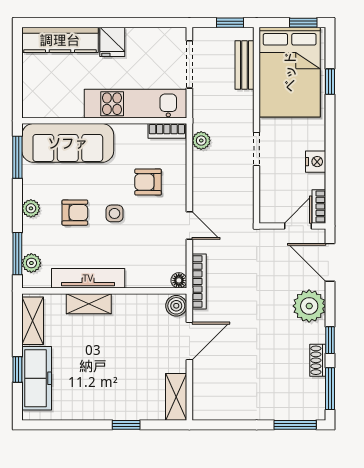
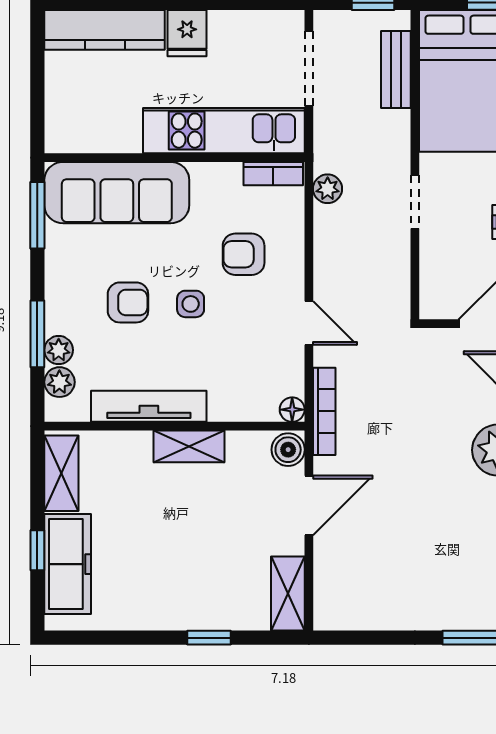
plant: (31, 208) -> (59, 350), moved
window: (17, 254) -> (37, 334), moved
shelving: (89, 304) -> (189, 446), moved

